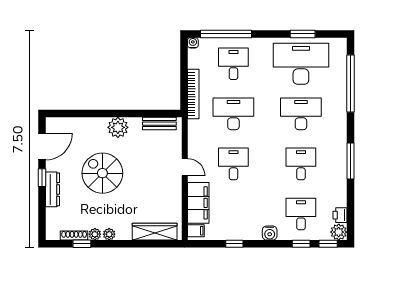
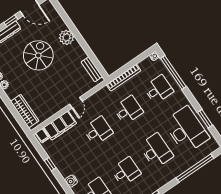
desk: (233, 114) -> (128, 110), width x0.73
plant: (118, 127) -> (66, 37), moved

